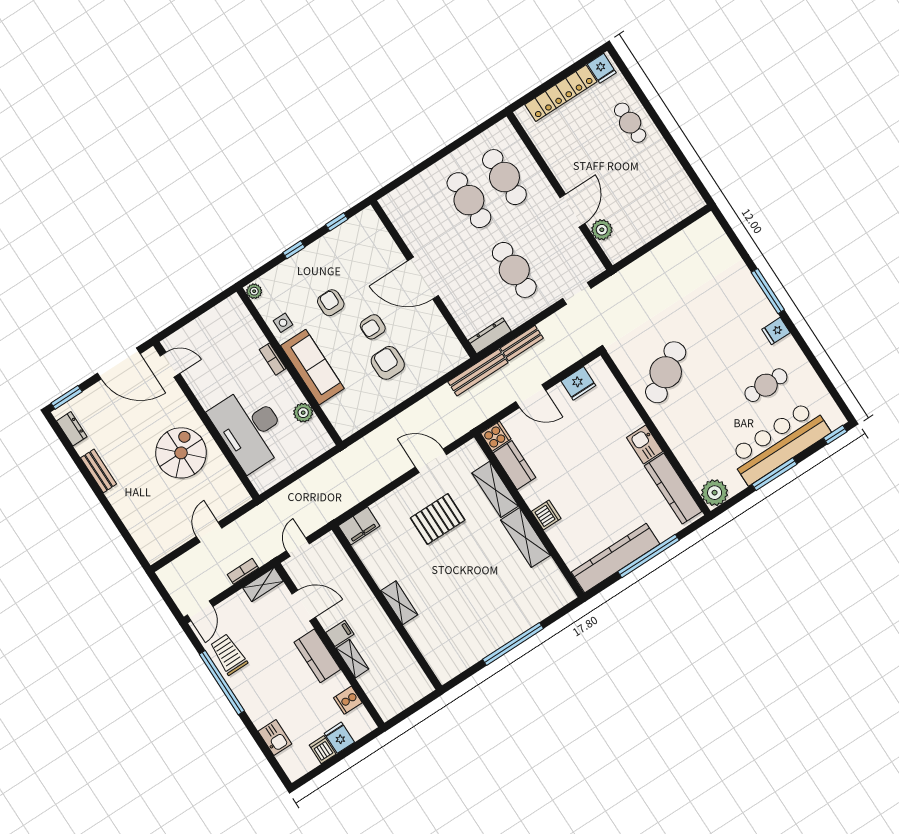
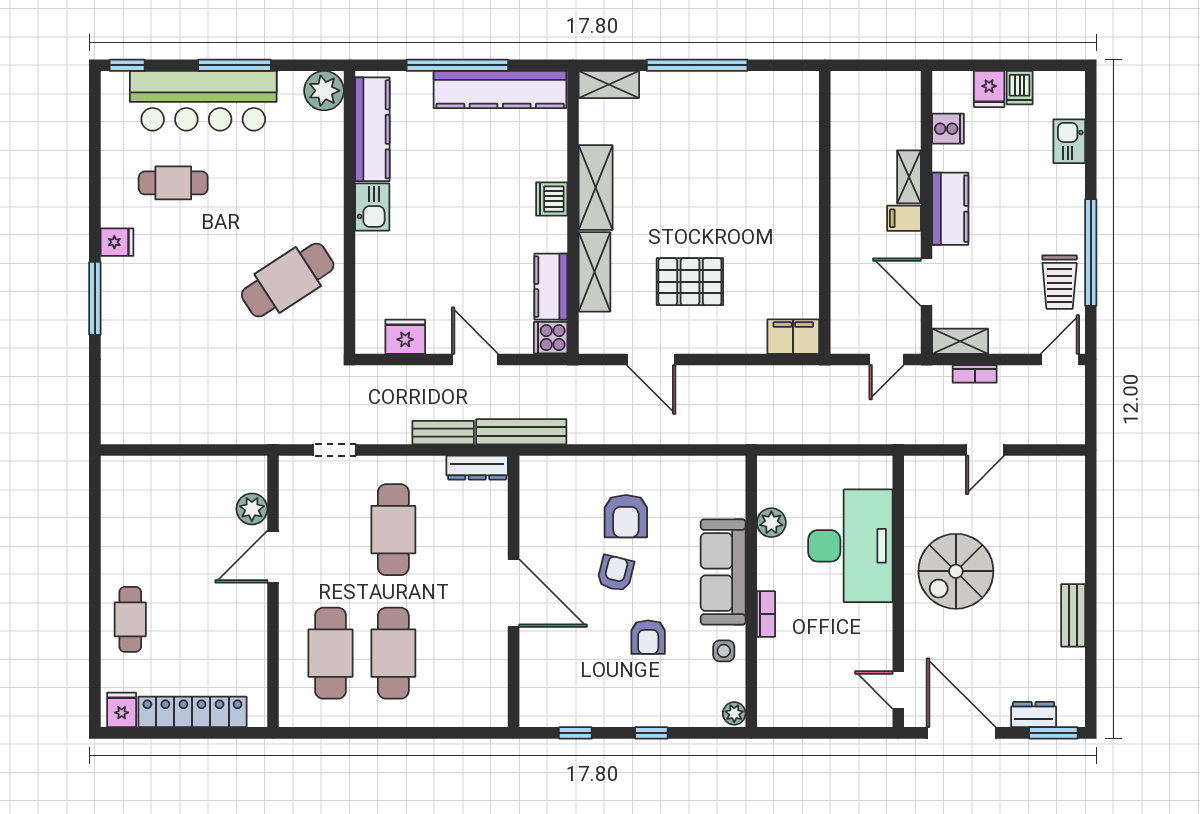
armchair: (373, 327) -> (615, 573), turned -76
dresser: (72, 429) -> (1034, 715), moved, turned 90
shelving: (399, 603) -> (609, 84), moved, turned 90

